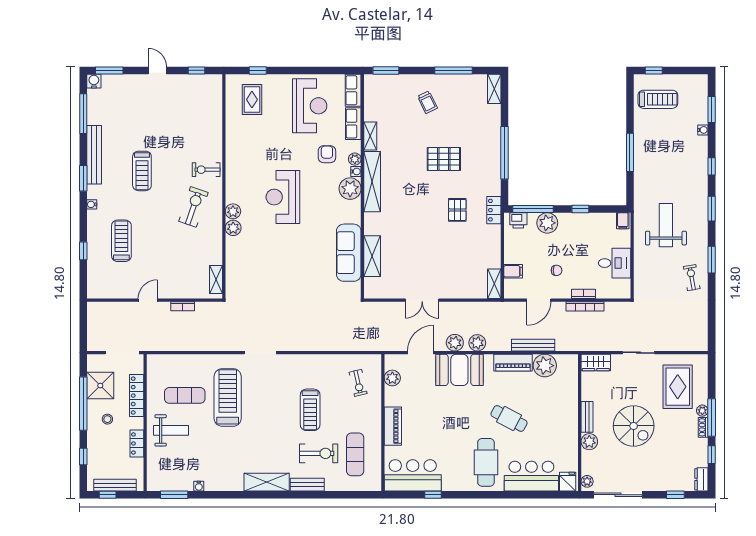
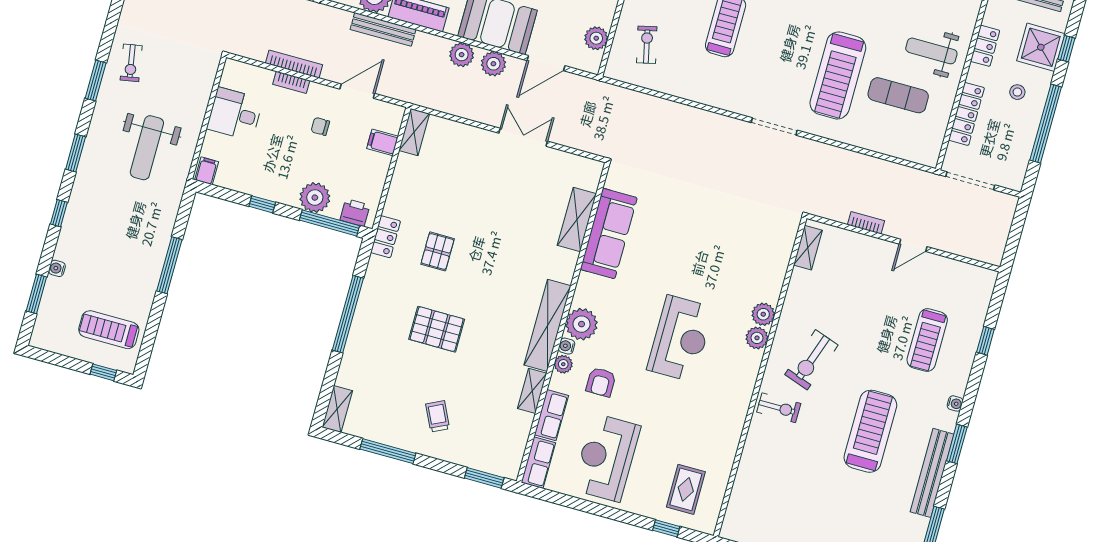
treadmill: (142, 171) -> (870, 431), width x1.37, depth x1.38
shower: (100, 386) -> (1041, 47), moved

